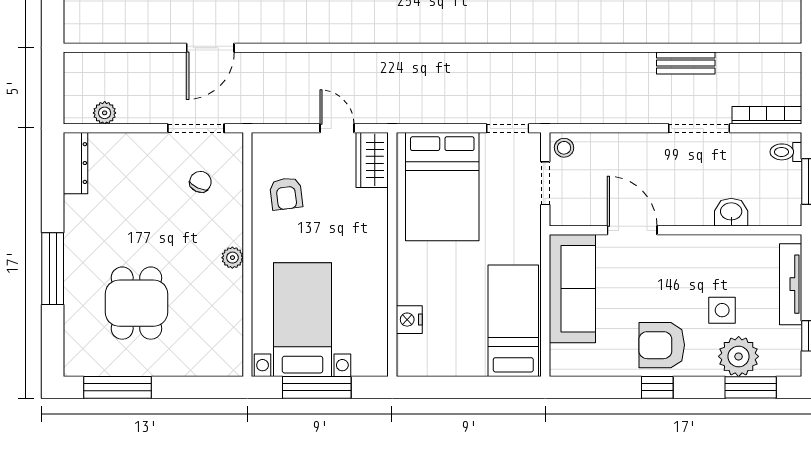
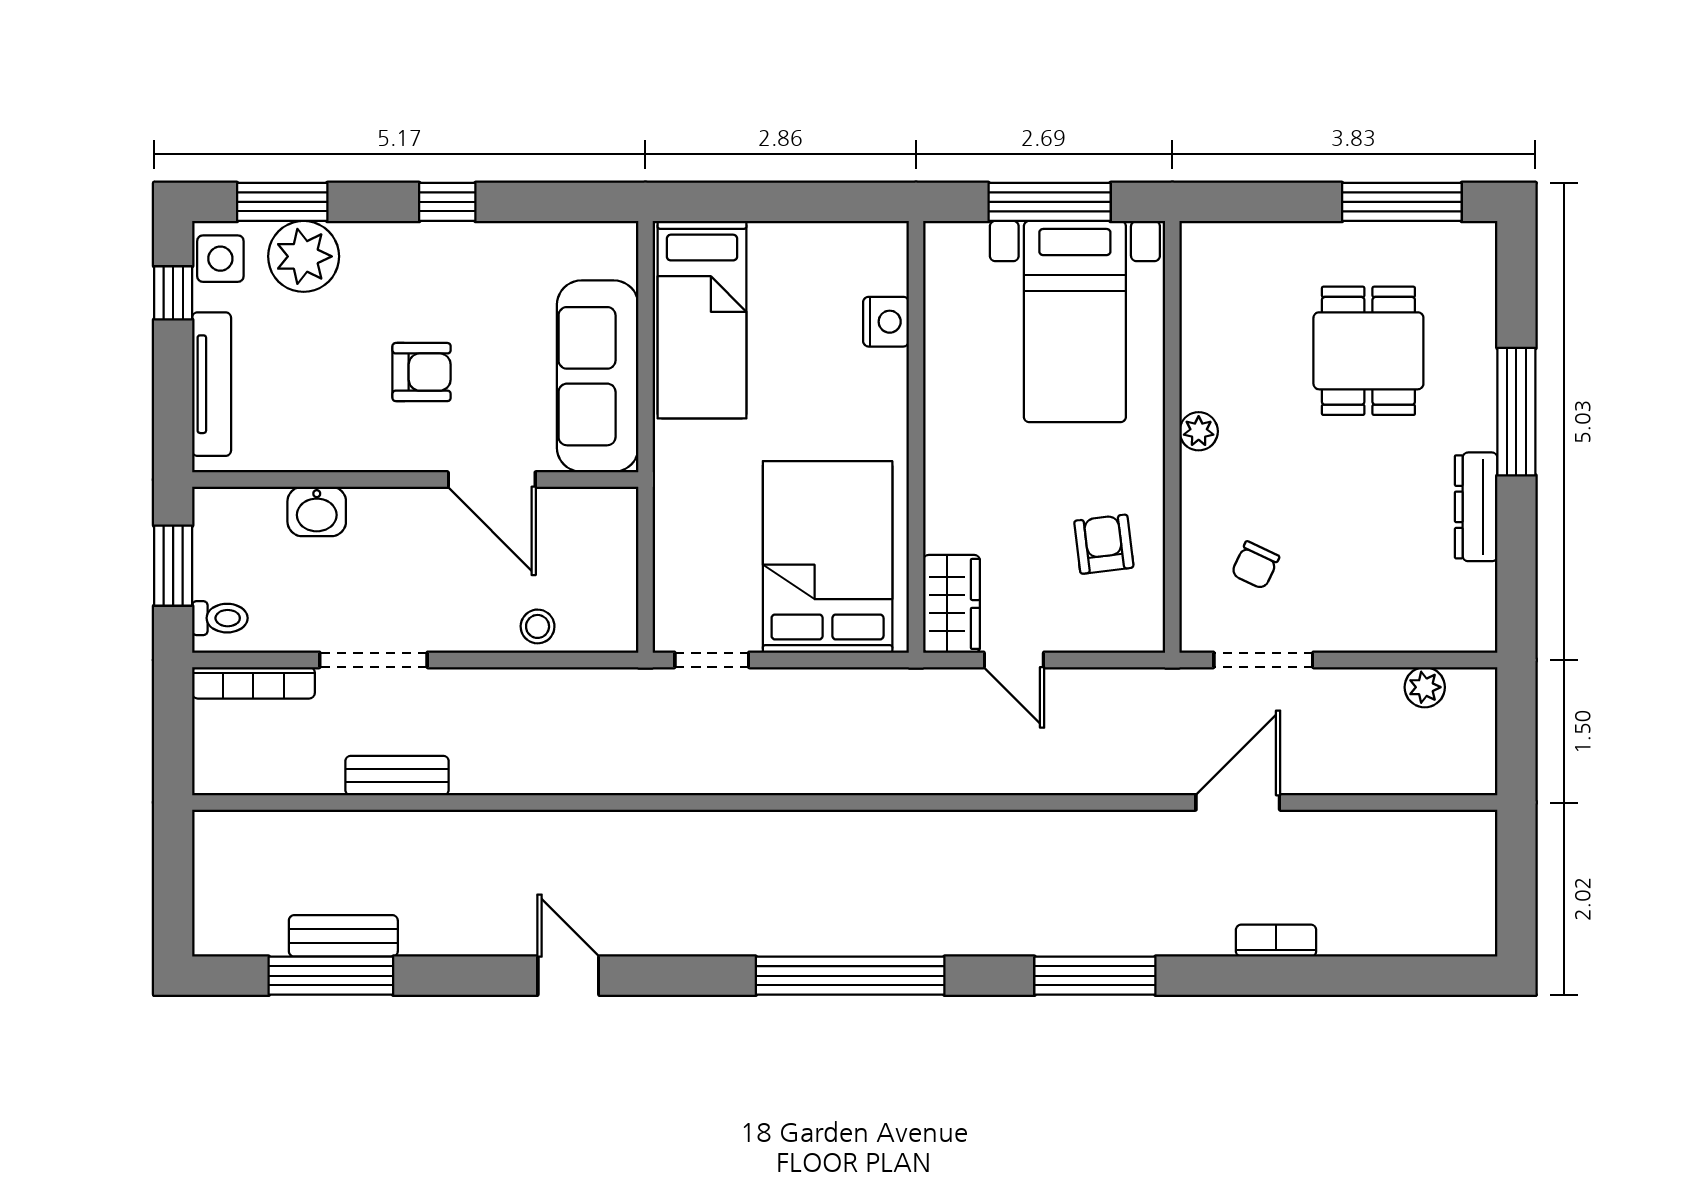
stool: (564, 148) -> (538, 626), moved
dresser: (75, 163) -> (1476, 507), moved
doorway: (545, 183) -> (645, 563), removed
side table: (722, 310) -> (220, 259), moved
armchair: (662, 345) -> (422, 372), moved, width x0.72, depth x0.72

